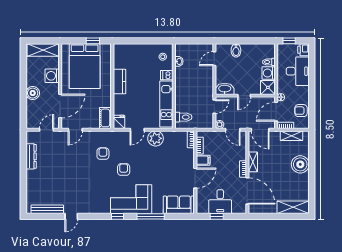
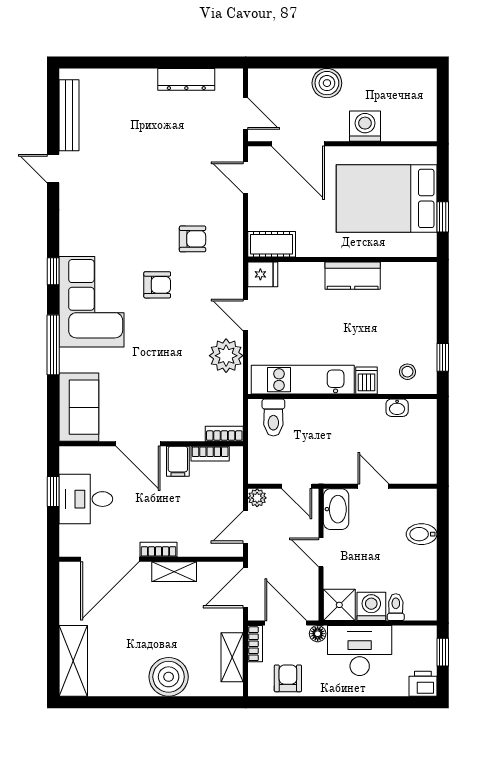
window: (156, 41) -> (443, 357), added
shelving: (43, 50) -> (423, 106), removed
door: (214, 59) -> (373, 486), moved
desk: (298, 71) -> (360, 651), moved, turned 180

